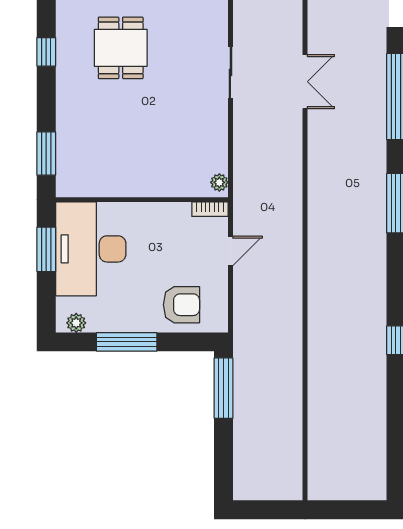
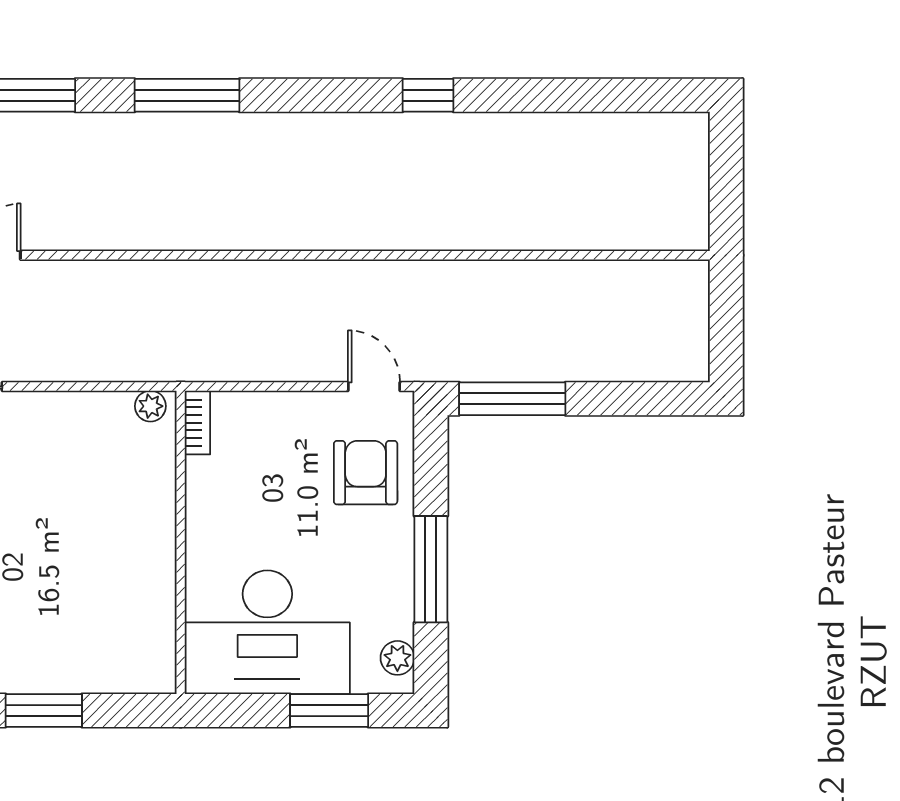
window: (46, 153) -> (44, 711), moved
window: (46, 249) -> (329, 711), moved
door: (230, 251) -> (374, 386), moved

